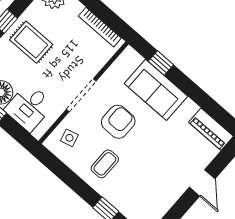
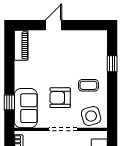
sofa: (156, 90) -> (26, 108), moved
side table: (69, 138) -> (91, 116), width x1.87, depth x1.87

